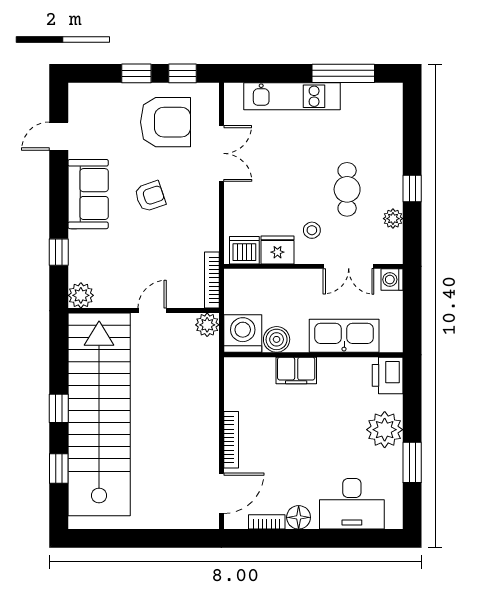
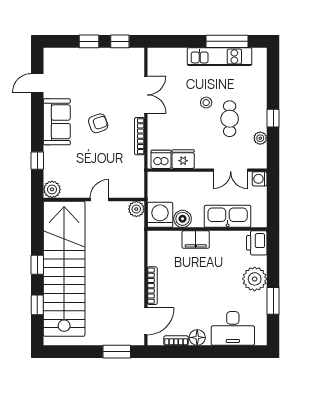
kitchen unit: (292, 96) -> (220, 57), moved
armchair: (166, 122) -> (109, 74), removed
stool: (312, 230) -> (206, 103), moved
bookcase: (212, 280) -> (139, 136), moved
window: (178, 538) -> (117, 352), added

